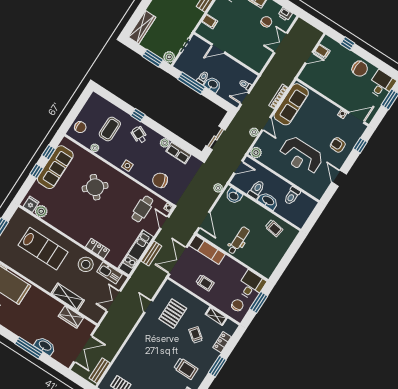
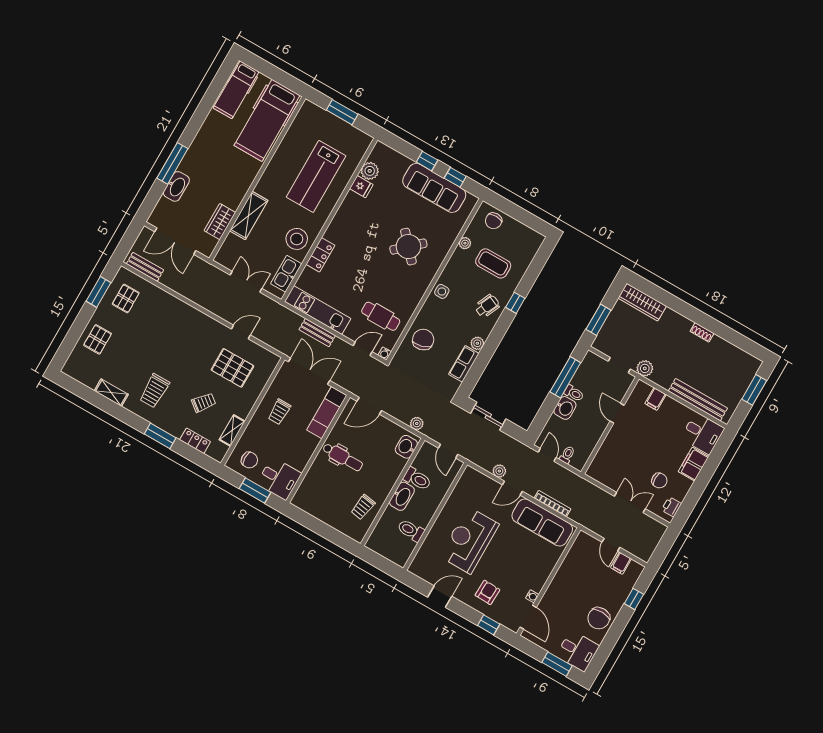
plant: (169, 57) -> (645, 368), moved
plant: (256, 153) -> (470, 475), removed
fridge: (31, 204) -> (361, 187), moved

